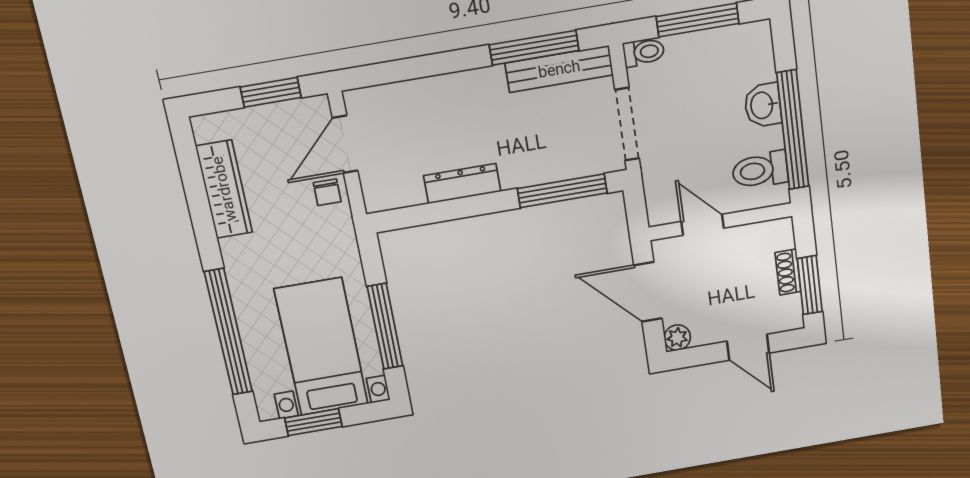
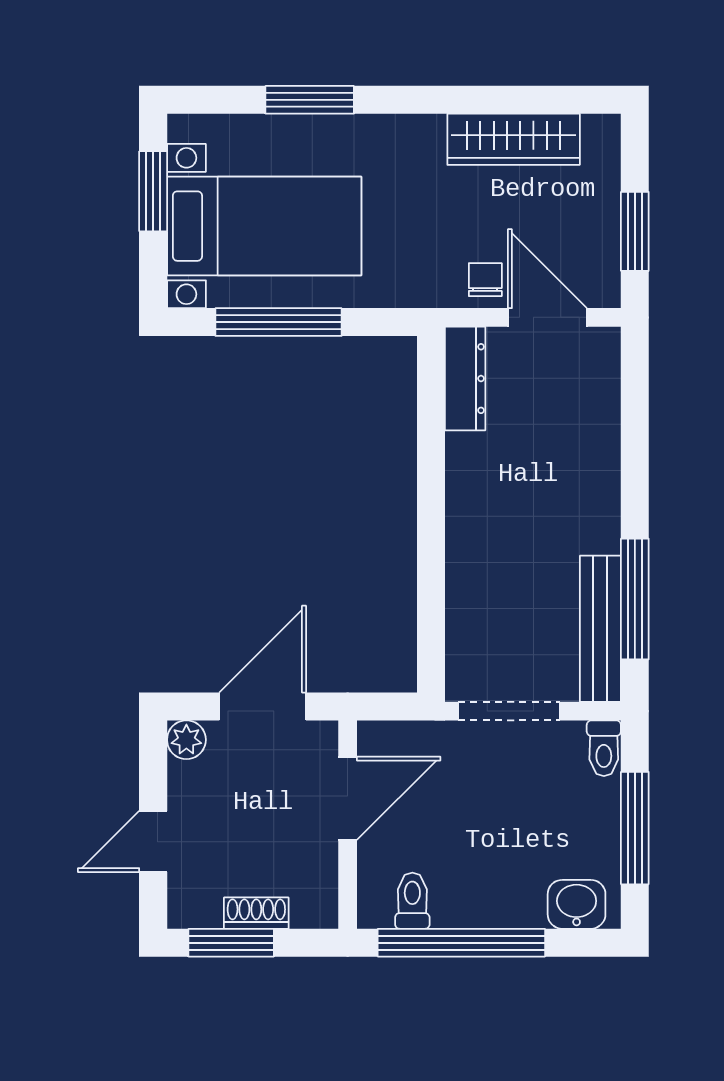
washbasin: (763, 105) -> (577, 904), moved
toilet: (760, 170) -> (412, 901), width x0.73, depth x0.72
dresser: (462, 184) -> (465, 379), moved
window: (562, 191) -> (431, 606), removed
chair: (327, 192) -> (485, 280), turned 90
door: (703, 225) -> (348, 798), width x1.38
window: (228, 332) -> (310, 100), width x0.47

